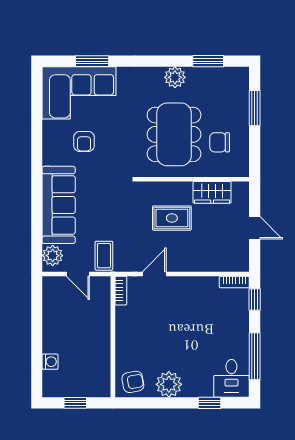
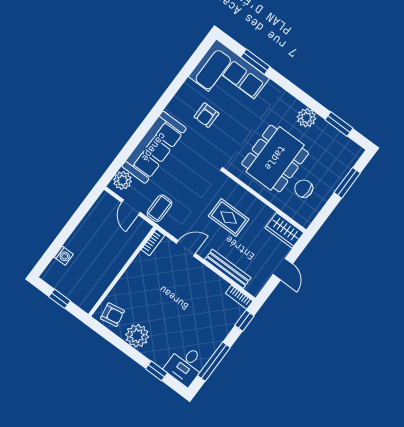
wardrobe: (212, 192) -> (284, 230), moved
bench: (205, 264) -> (228, 269), added

